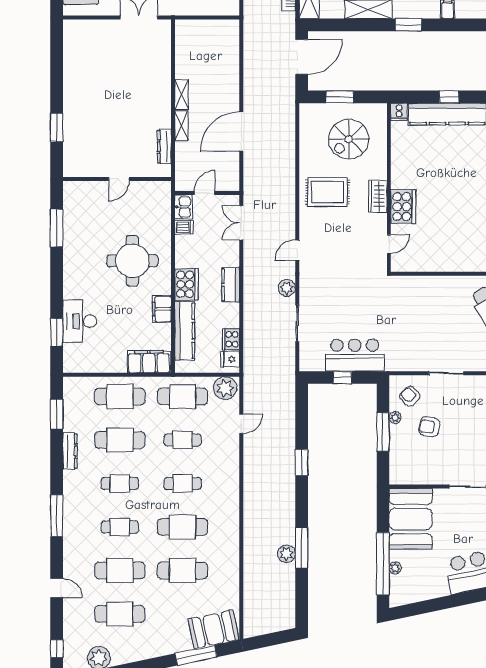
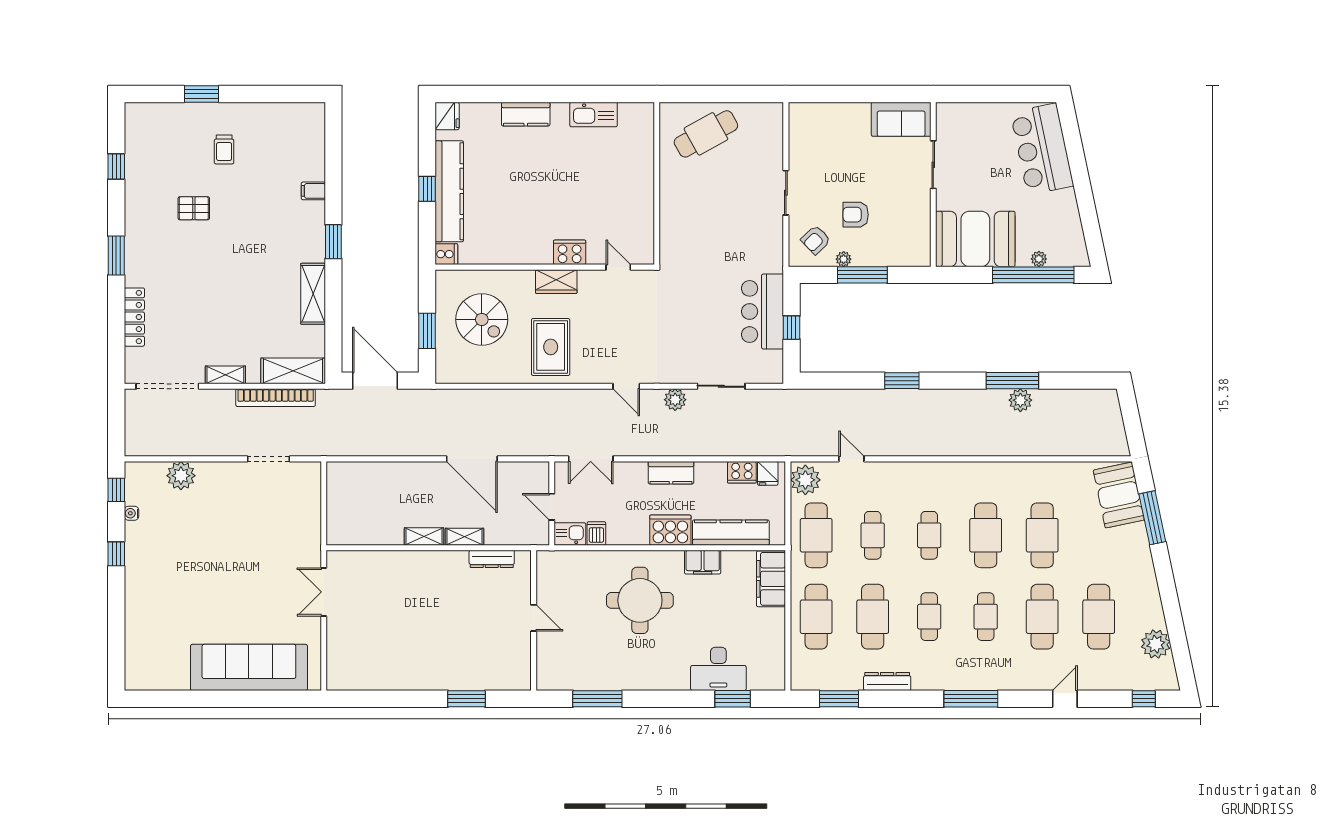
cooker: (403, 207) -> (570, 252), width x0.73, depth x0.76
armchair: (429, 427) -> (856, 215), turned 82

